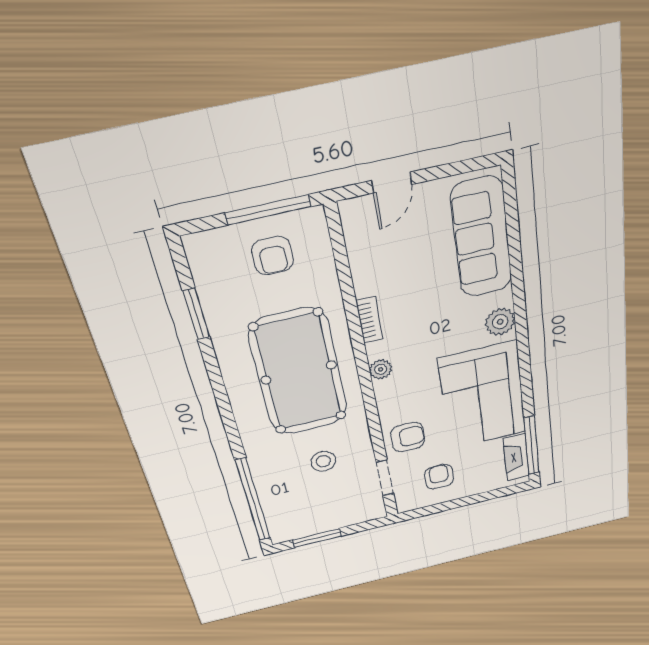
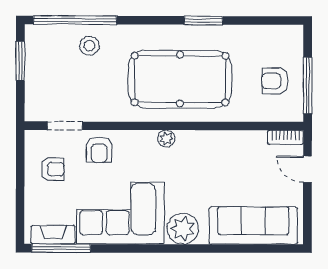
window: (196, 314) -> (204, 20), moved
bookcase: (369, 320) -> (285, 137), moved
plant: (500, 322) -> (183, 229), width x1.36, depth x1.36
stool: (323, 461) -> (89, 46), moved

